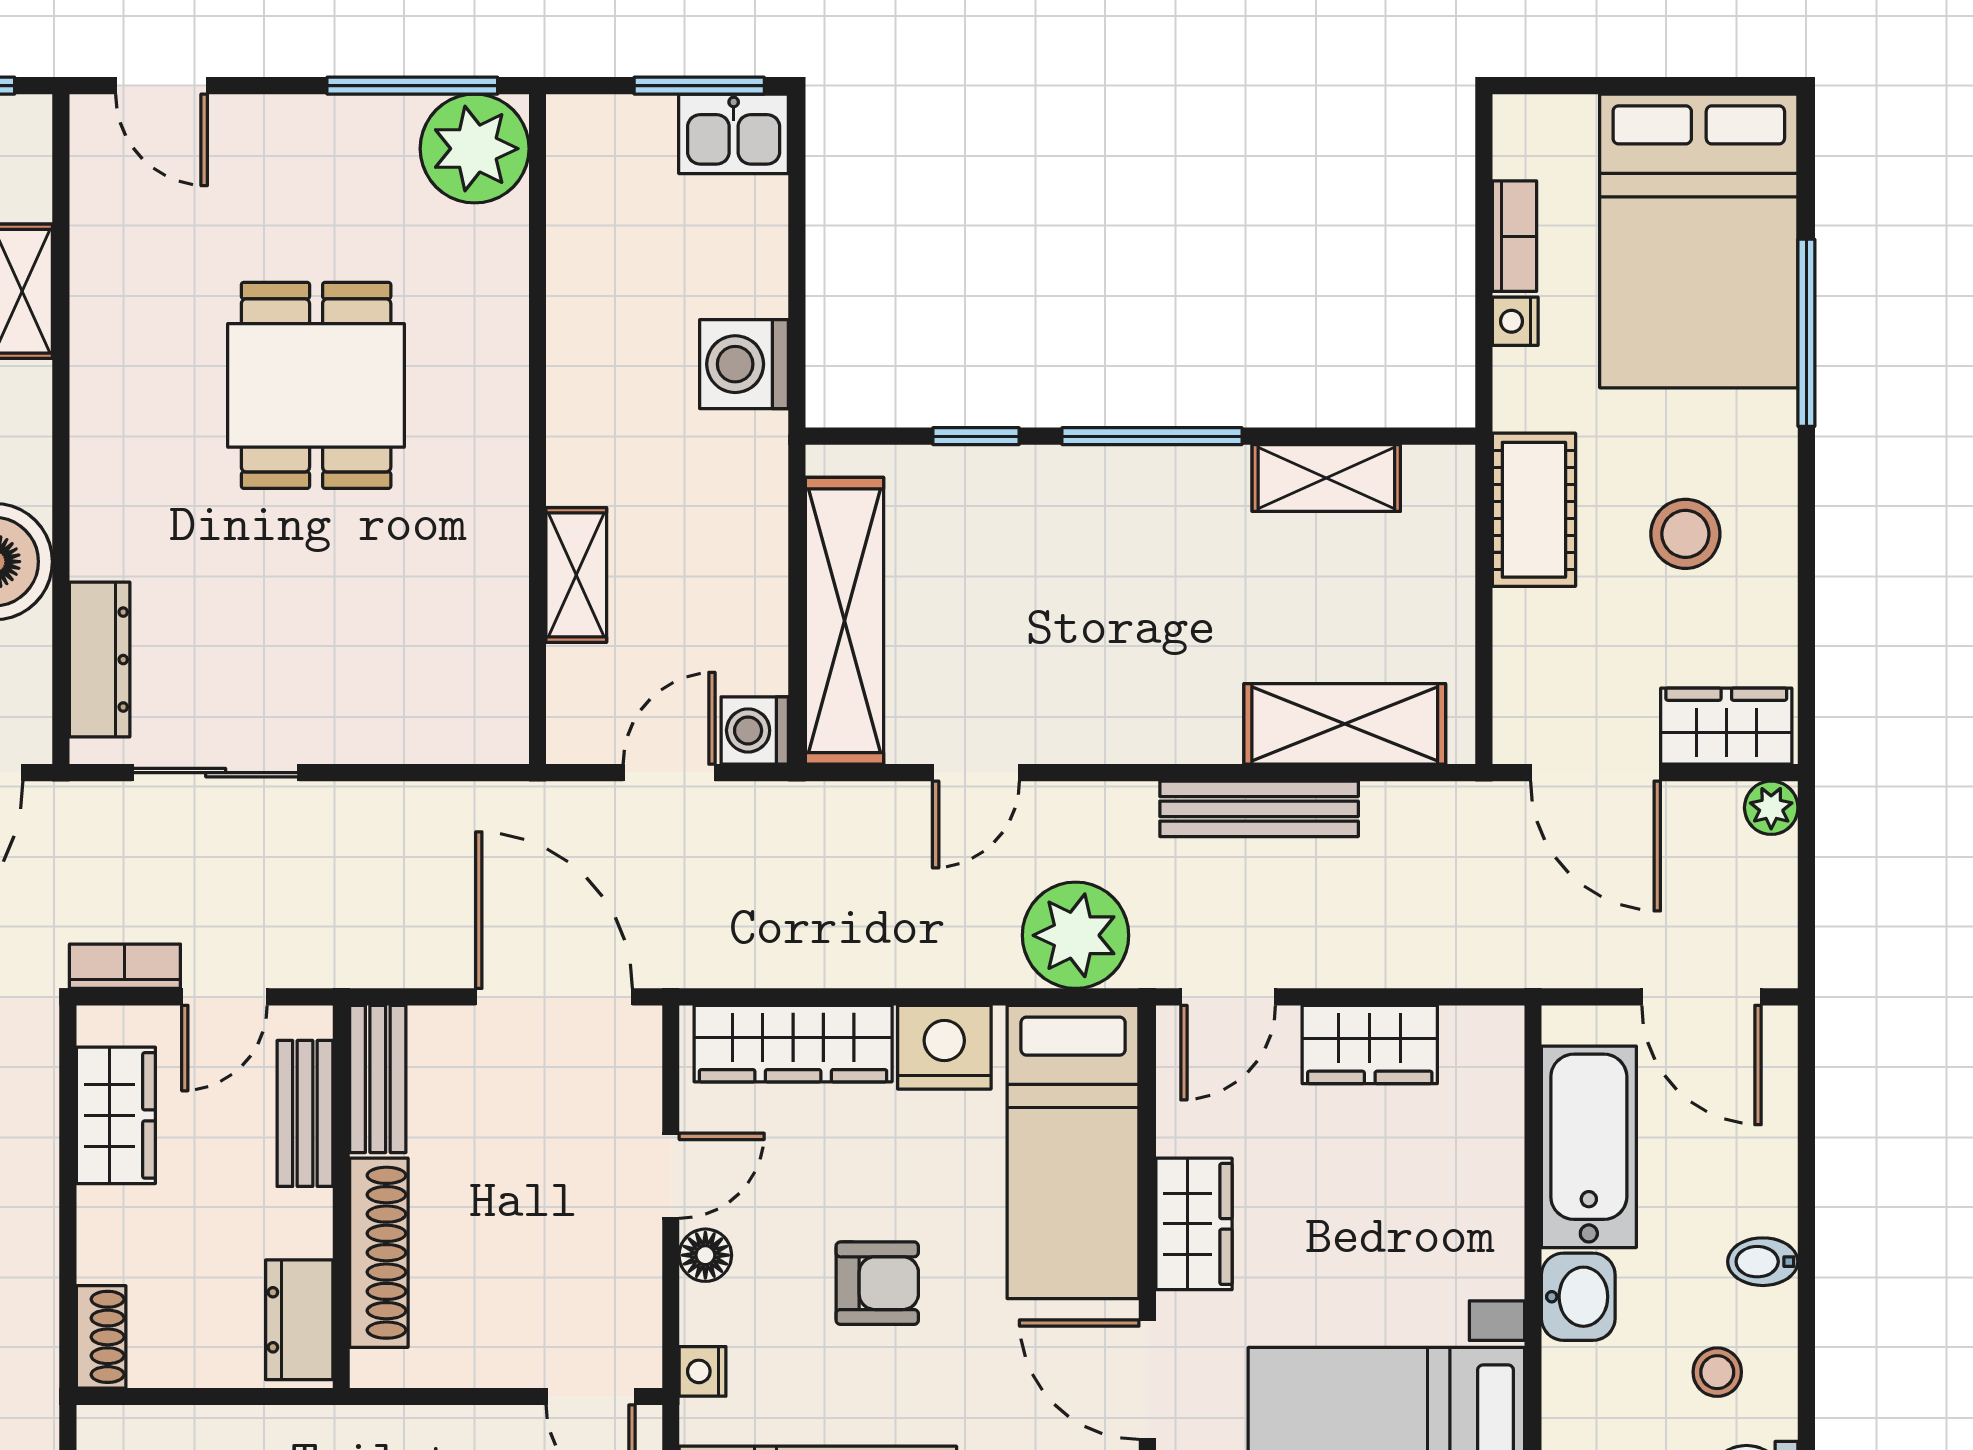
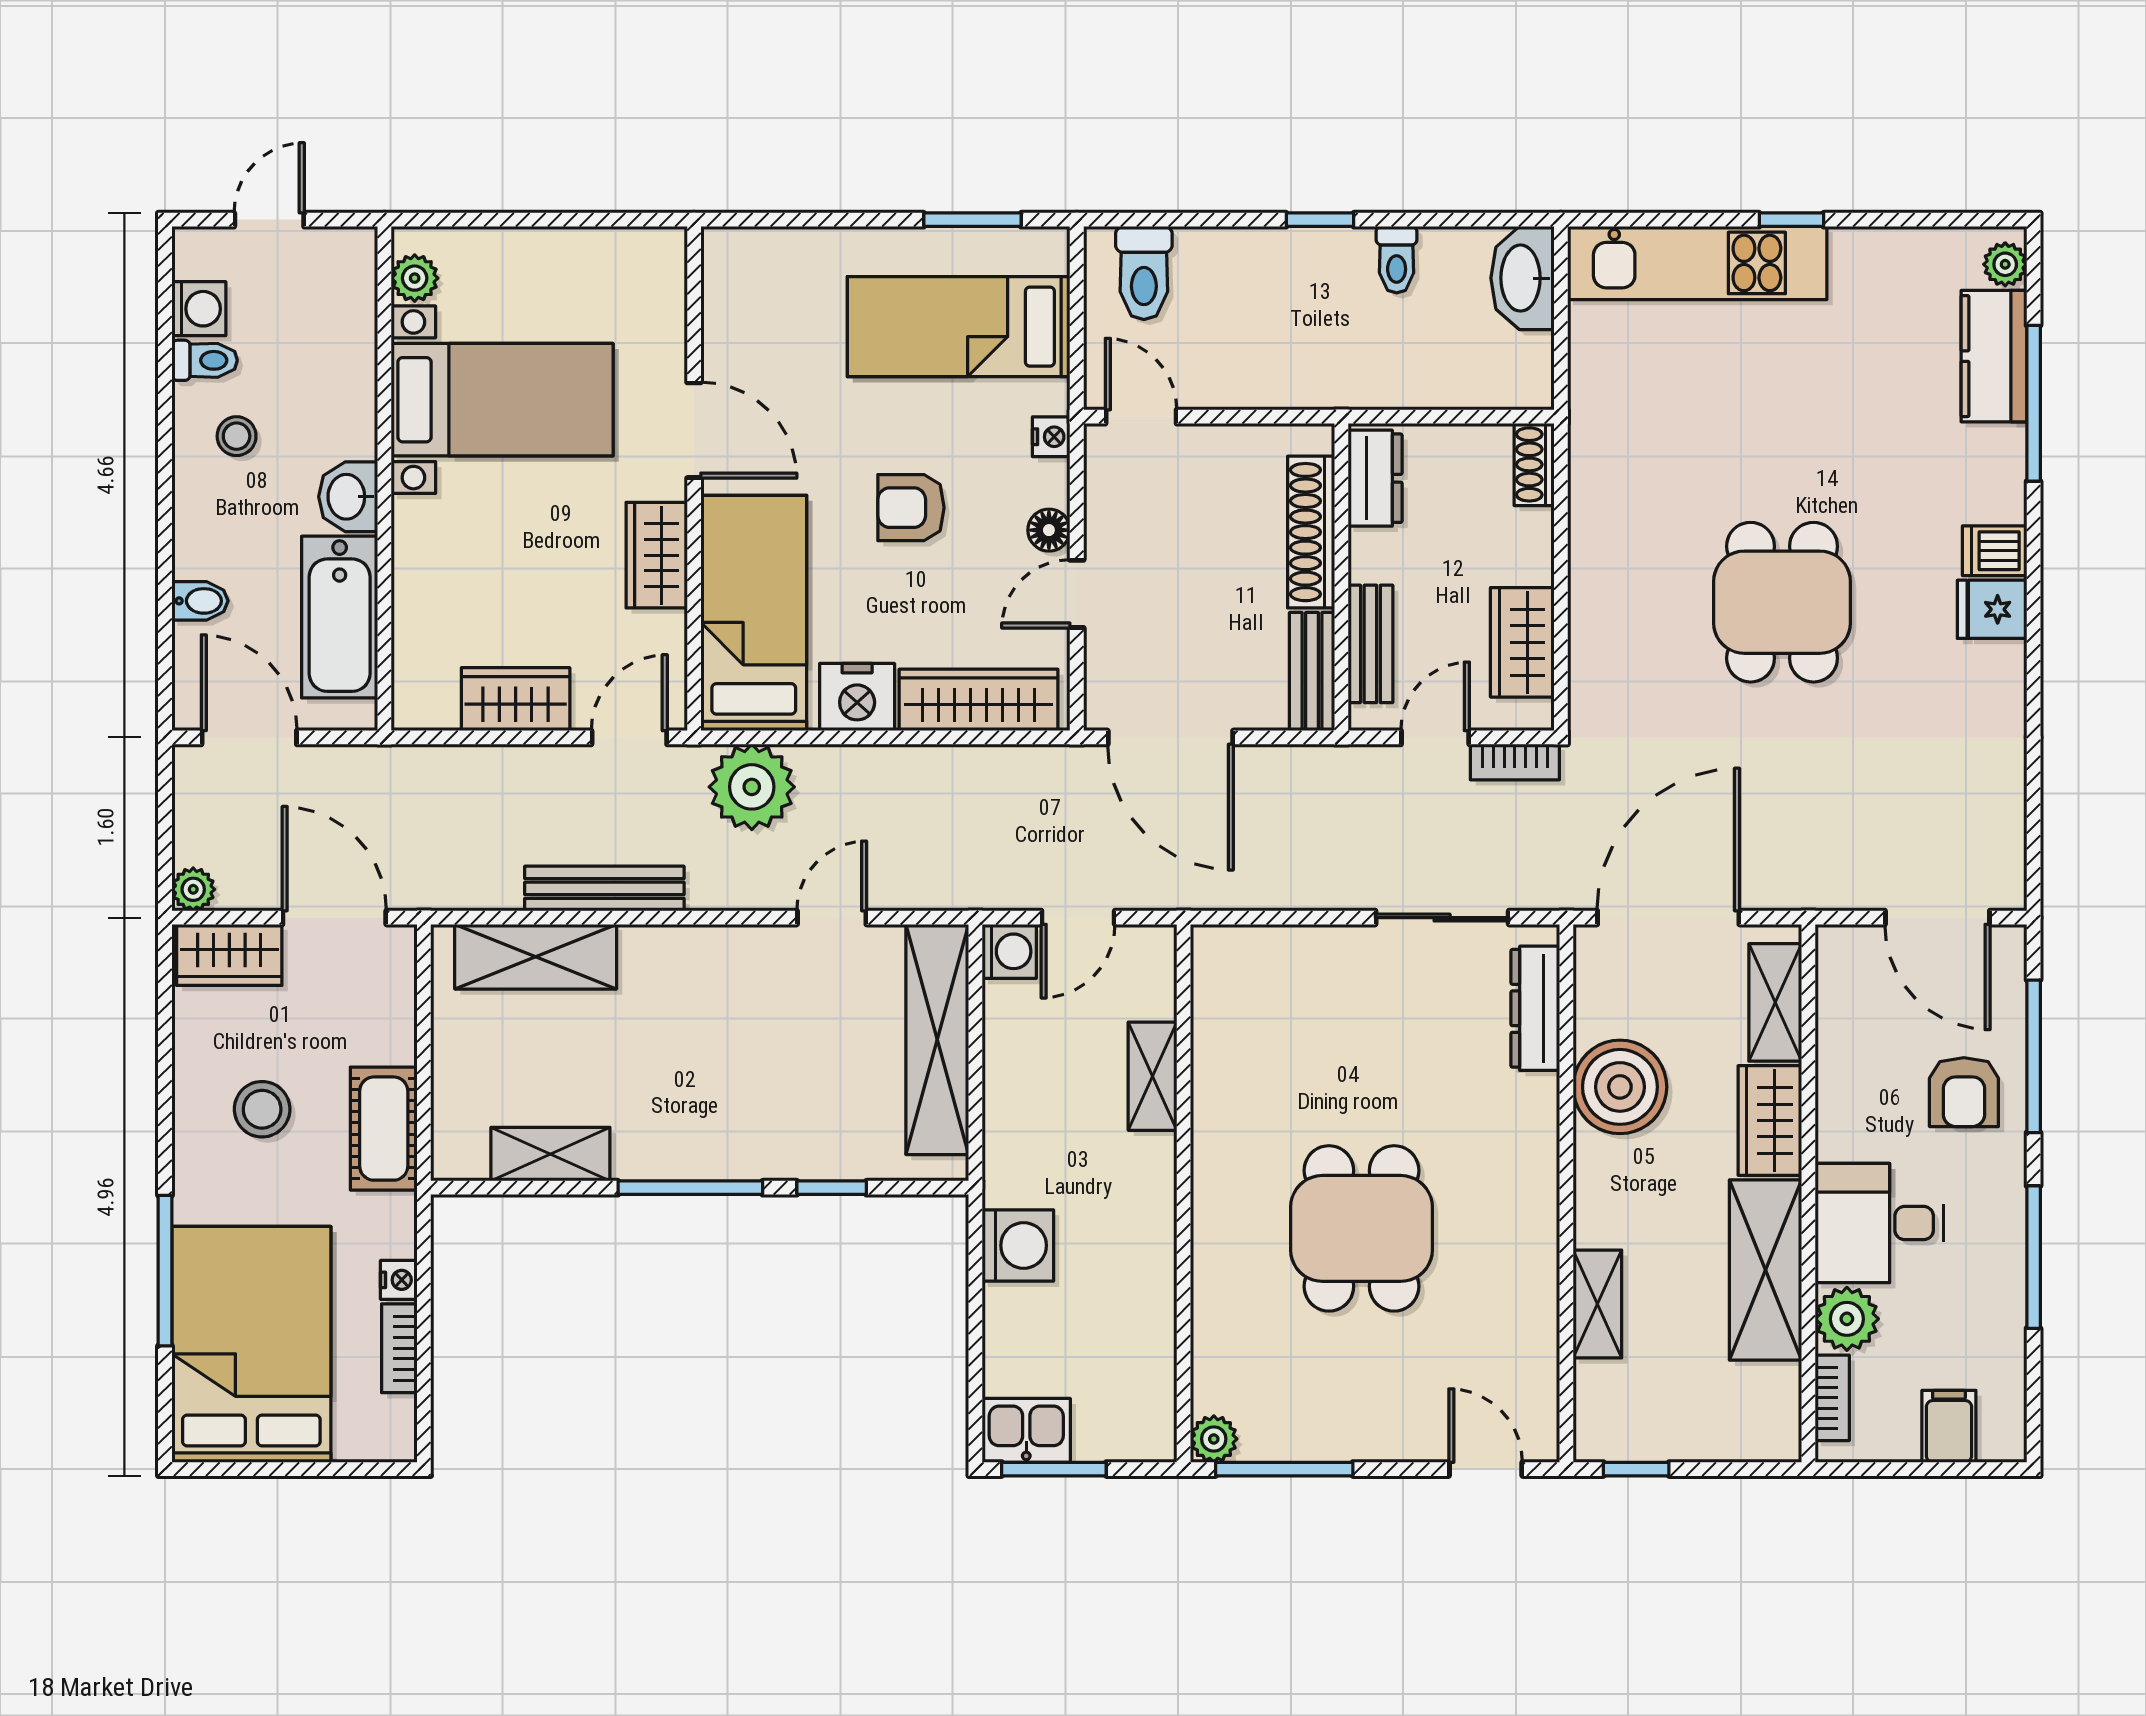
plant: (475, 149) -> (1214, 1439), width x0.53, depth x0.53
bidet: (1763, 1262) -> (200, 601), moved

